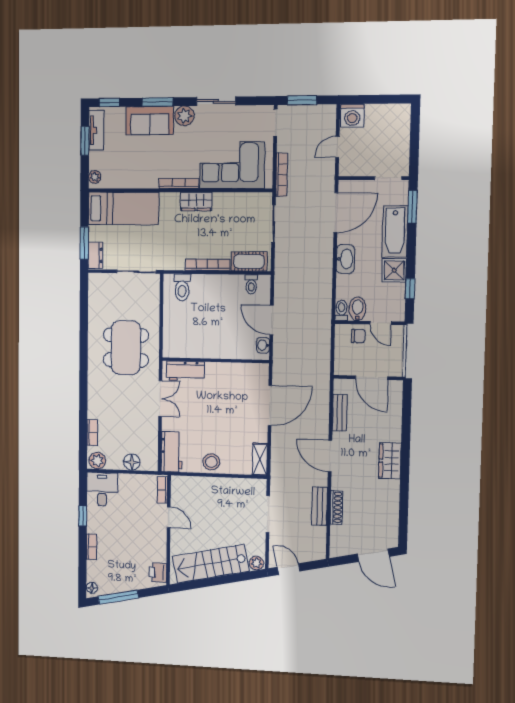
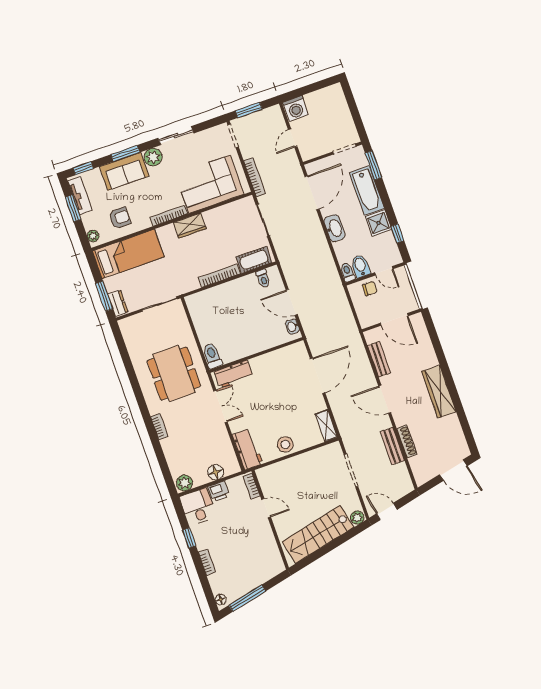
armchair: (128, 168) -> (120, 218), added
toilet: (182, 287) -> (212, 356), moved, turned 180
bookcase: (92, 433) -> (159, 427), moved
wardrobe: (390, 461) -> (439, 392), width x1.50
printer: (158, 572) -> (219, 491), moved, turned -90

